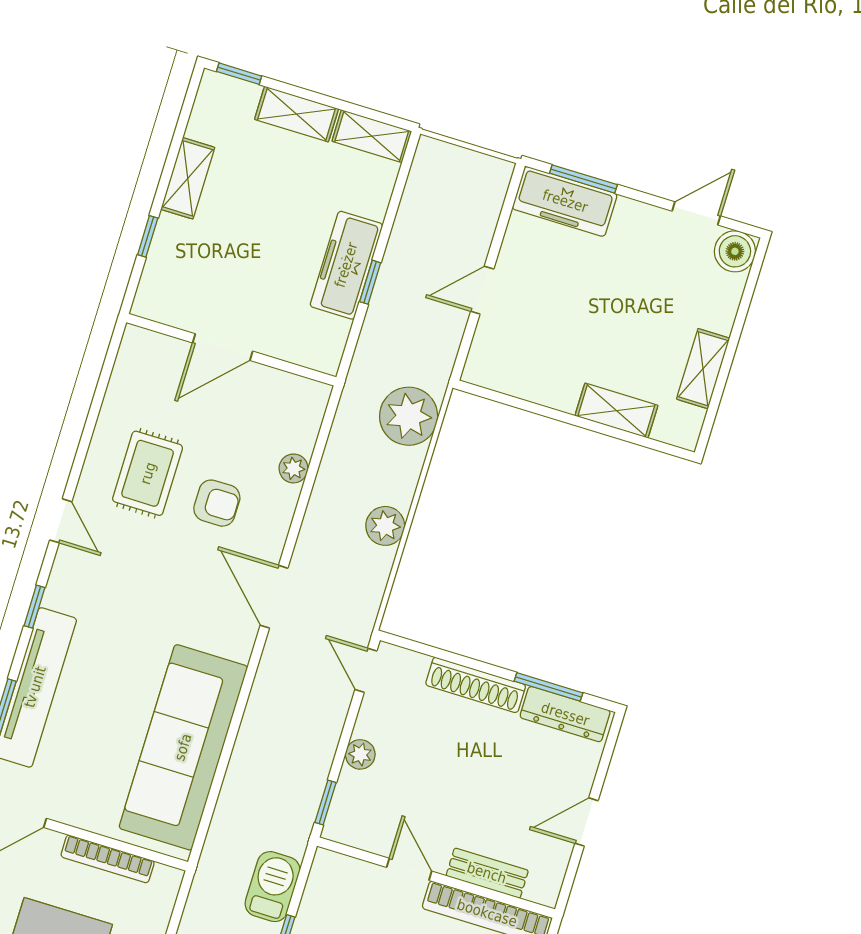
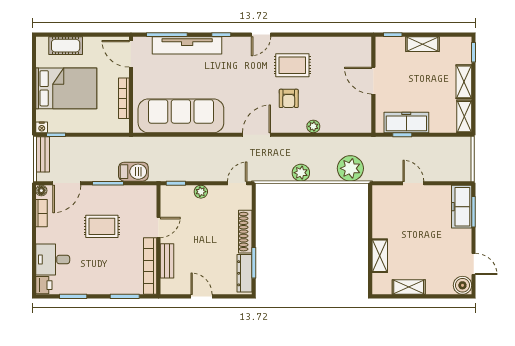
door: (223, 347) -> (373, 81), moved
wall: (231, 350) -> (373, 85), moved

